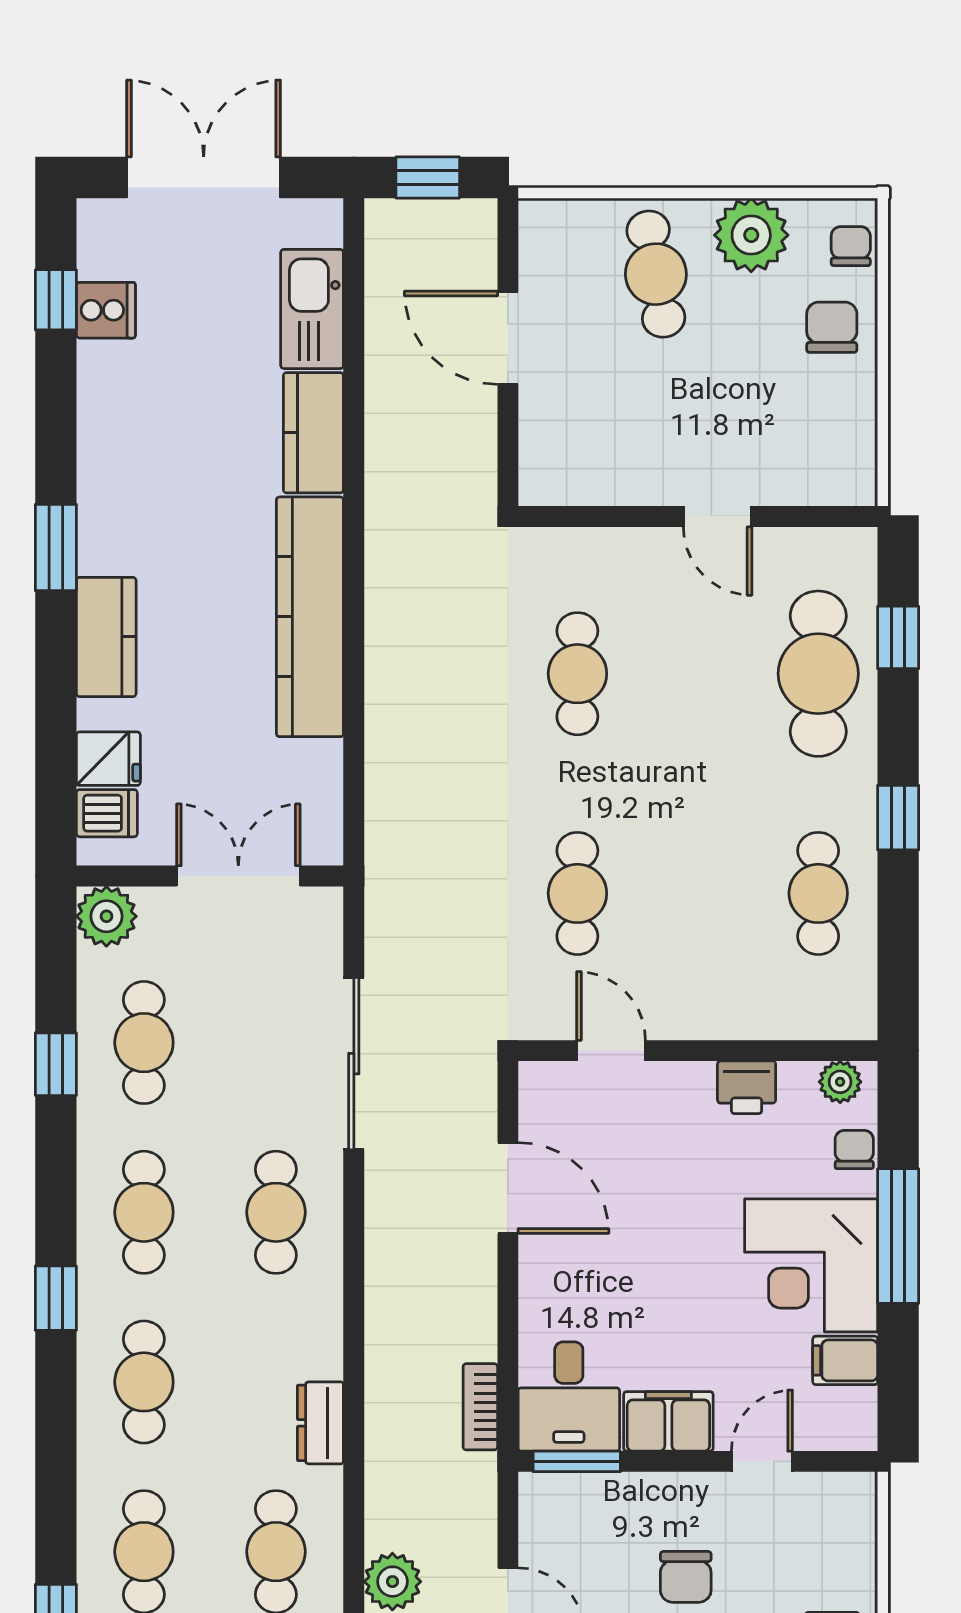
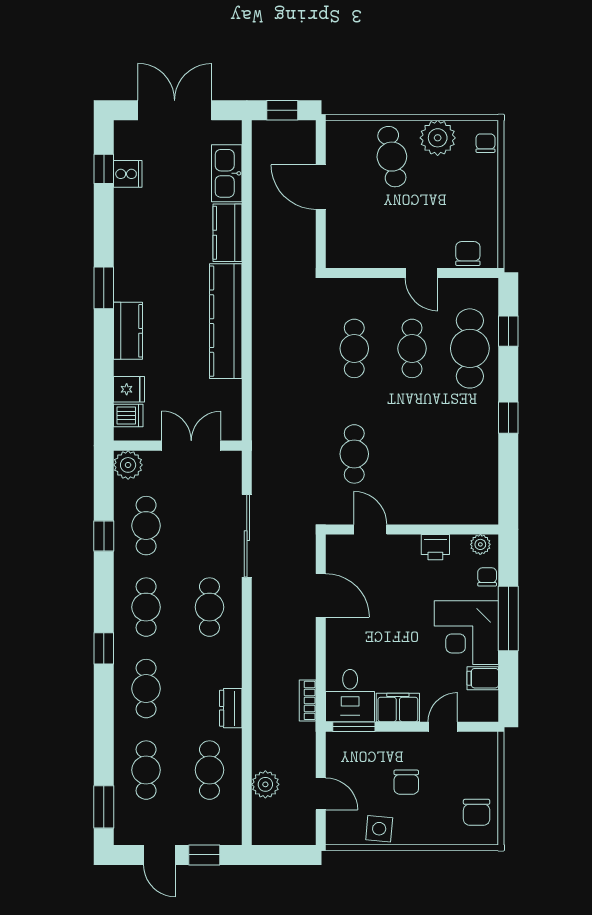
chair: (832, 327) -> (468, 254), moved
cafe table: (818, 893) -> (412, 348), moved

